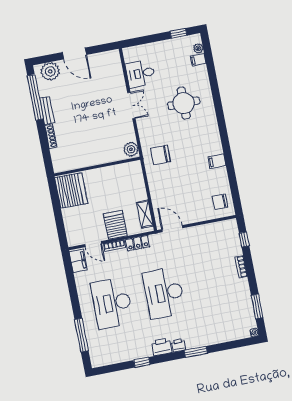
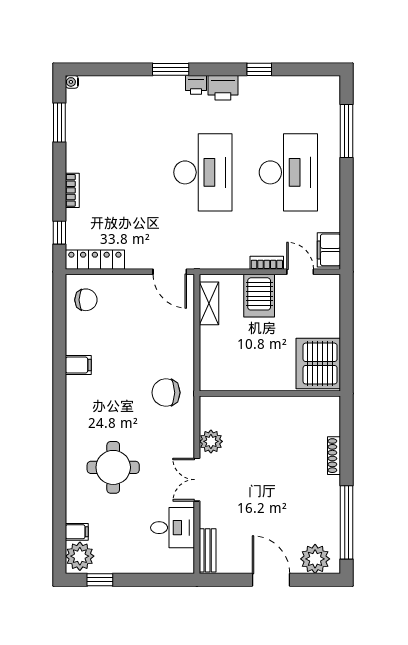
plant: (198, 48) -> (80, 556), width x1.88, depth x1.88
bench: (47, 110) -> (208, 550), moved
plant: (131, 149) -> (211, 441), moved
chair: (160, 155) -> (166, 393), turned 180
locker: (138, 243) -> (95, 260), moved, width x1.53

